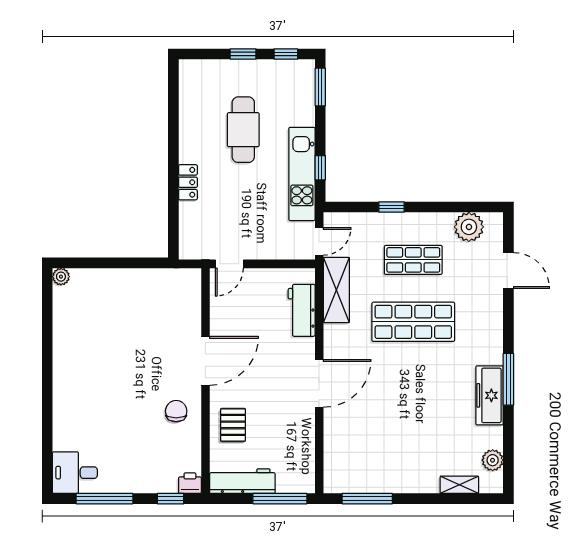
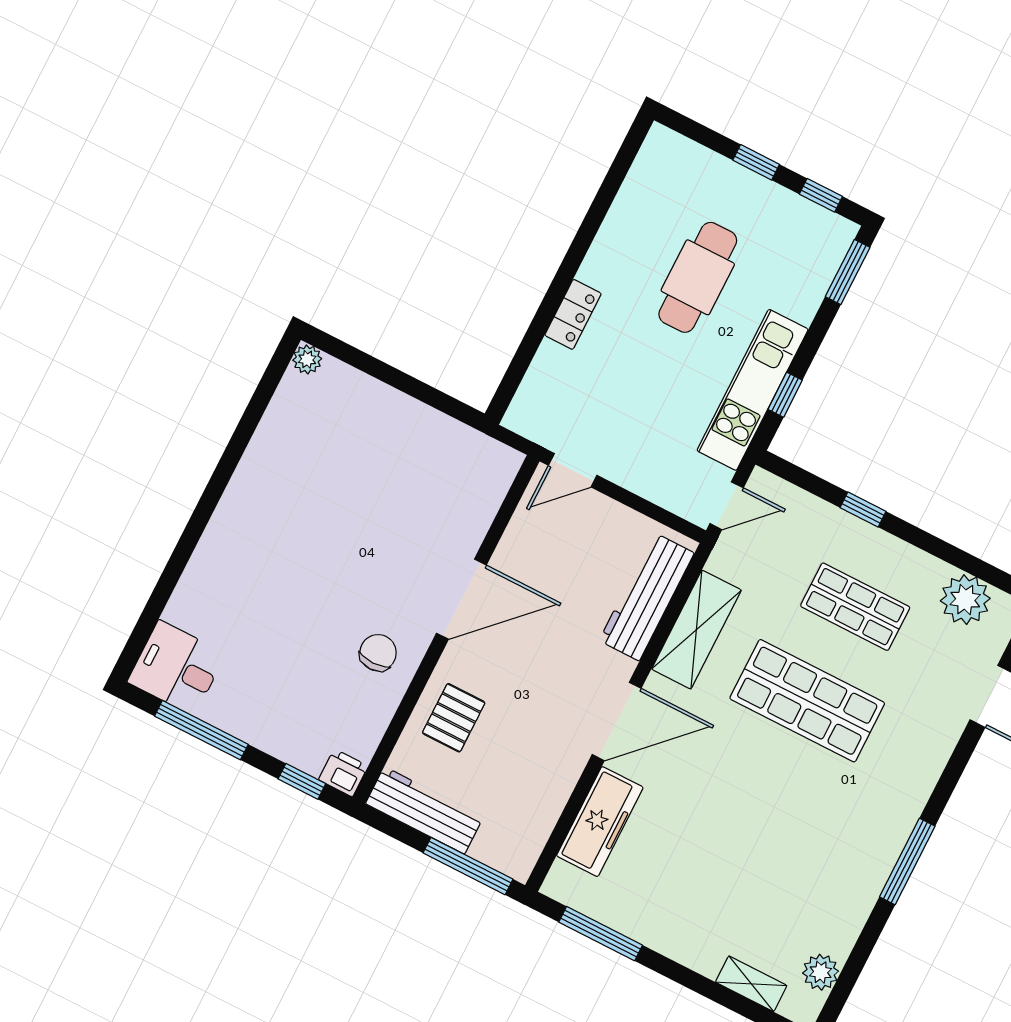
shelving: (336, 290) -> (696, 630), moved
workbench: (302, 310) -> (647, 597), width x1.37
freezer: (490, 395) -> (600, 822), moved, turned 180

